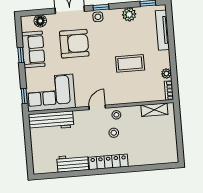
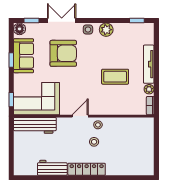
window: (101, 7) -> (31, 21), moved
plant: (129, 14) -> (106, 30), moved
floor lamp: (40, 21) -> (20, 29), moved
tv unit: (162, 30) -> (149, 64), moved
shelving: (154, 110) -> (135, 123), removed

